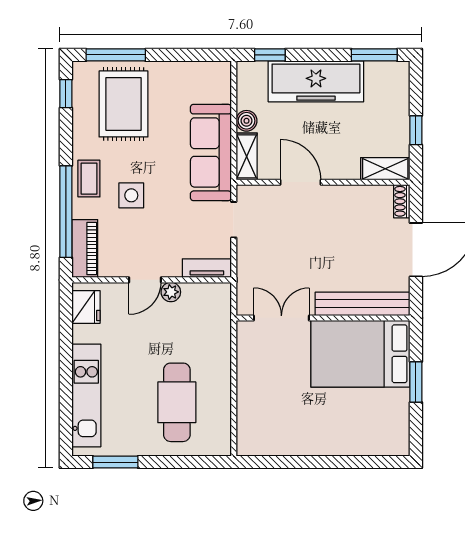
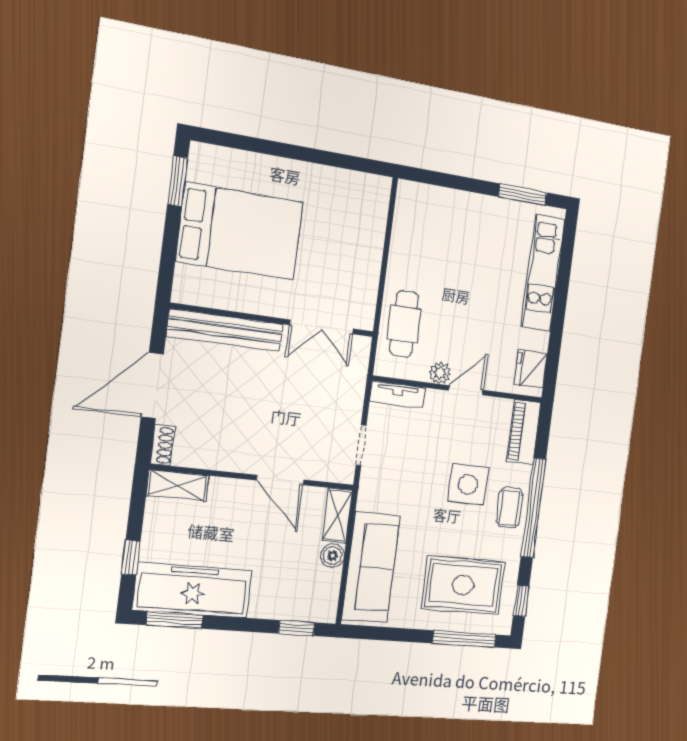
freezer: (316, 81) -> (193, 590), moved
rug: (124, 104) -> (463, 585), turned 90
window: (416, 130) -> (131, 558), moved
sofa: (211, 152) -> (371, 567), moved
side table: (131, 195) -> (468, 485), width x1.37, depth x1.37
window: (66, 212) -> (533, 508), moved
bed: (360, 354) -> (240, 232), moved
window: (416, 382) -> (178, 181), moved
cafe table: (177, 402) -> (404, 324), moved, width x0.73, depth x0.74

